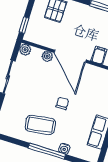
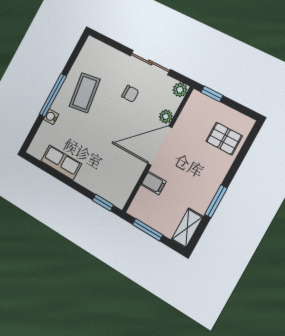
chair: (62, 103) -> (130, 94), moved

